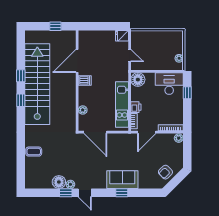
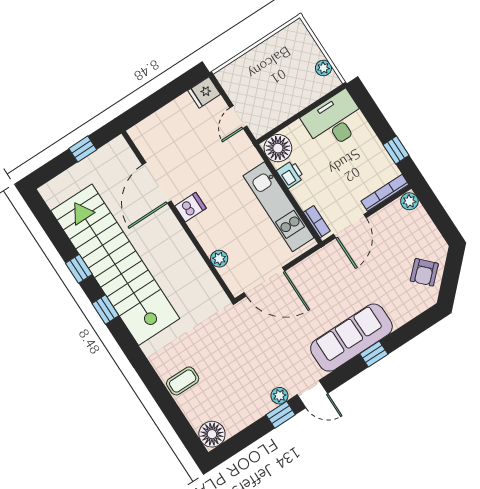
door: (130, 56) -> (238, 117), swing flipped
window: (187, 93) -> (396, 150), moved
printer: (136, 107) -> (290, 174), moved
sofa: (122, 180) -> (351, 338), width x1.36
floor lamp: (59, 182) -> (212, 434), moved

